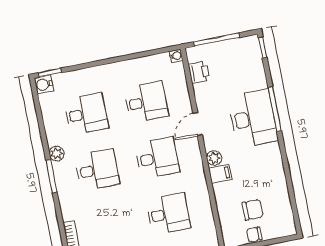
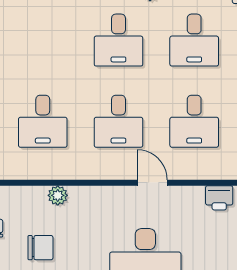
plant: (214, 158) -> (58, 195), moved
filing cabinet: (220, 174) -> (82, 199), removed
chair: (253, 210) -> (40, 248), moved, turned -90

